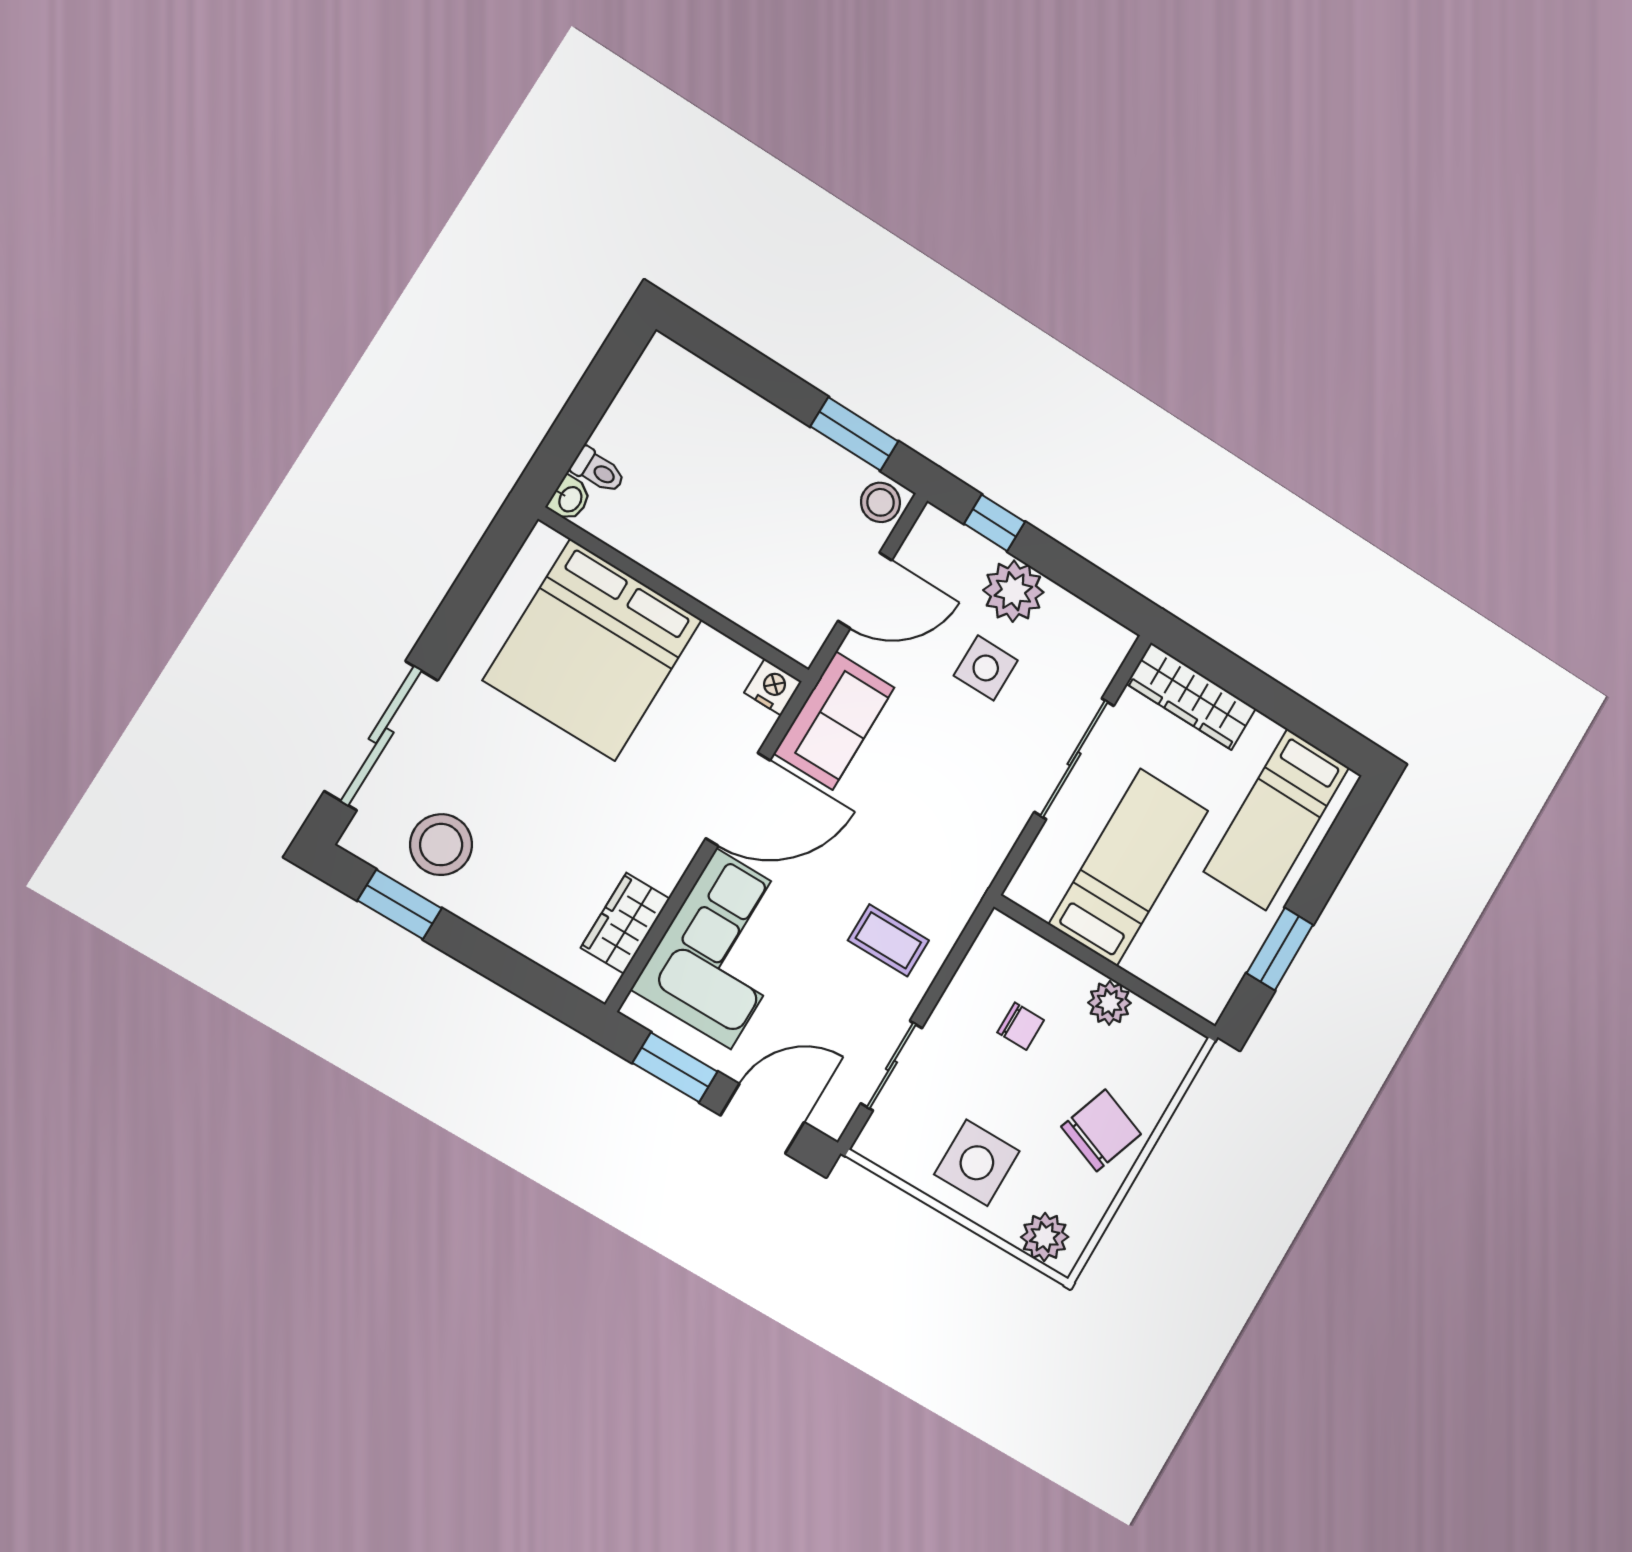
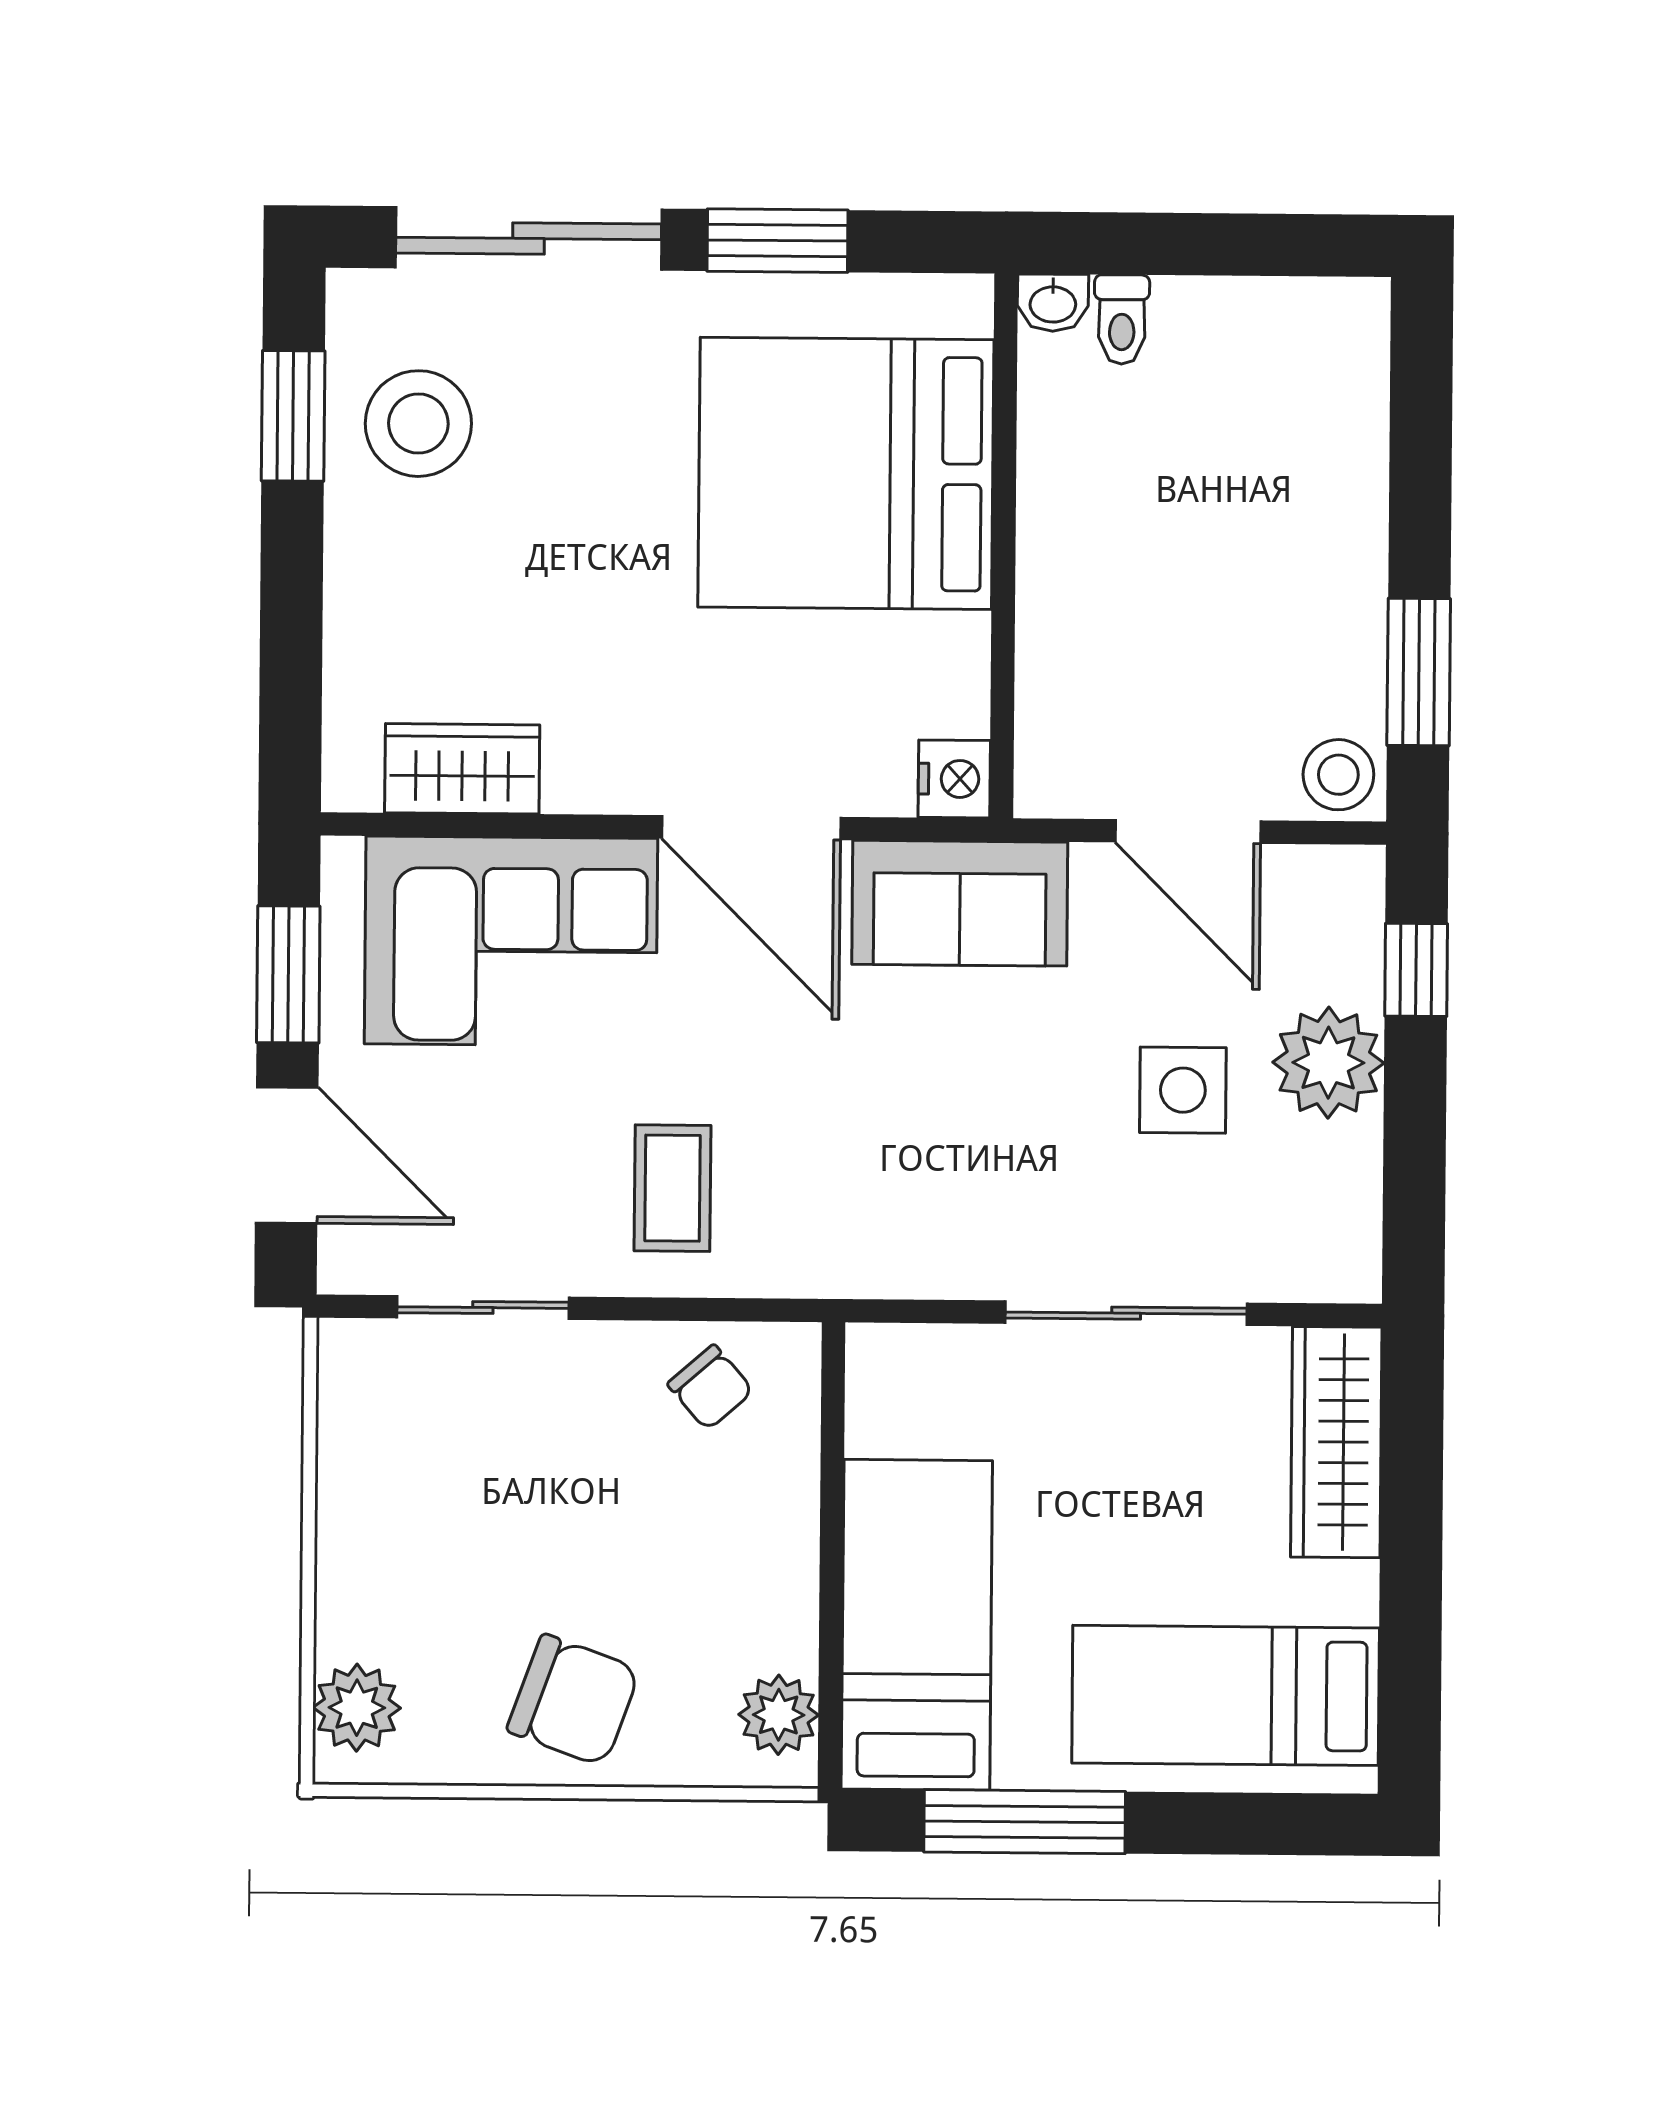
window: (457, 614) -> (778, 241), added
bed: (1128, 867) -> (917, 1625), moved, turned -90
window: (1280, 949) -> (1025, 1822), width x1.44
plant: (1110, 1003) -> (779, 1715), moved
chair: (1021, 1026) -> (710, 1387), moved, turned -41
side table: (977, 1163) -> (410, 1531), removed

